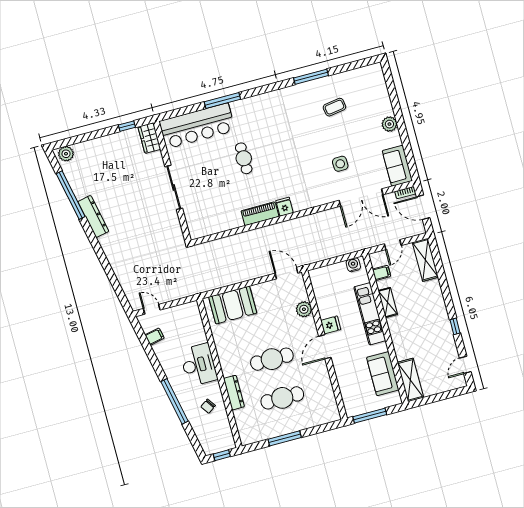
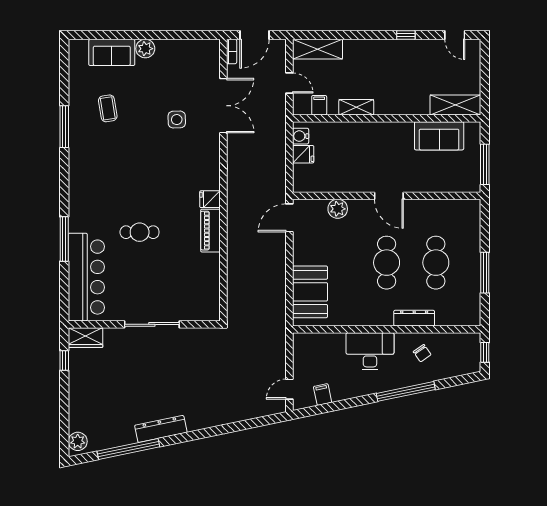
sofa: (397, 166) -> (112, 52), moved
kitchen unit: (370, 314) -> (364, 132), removed
fridge: (331, 325) -> (303, 154), moved, turned 90

